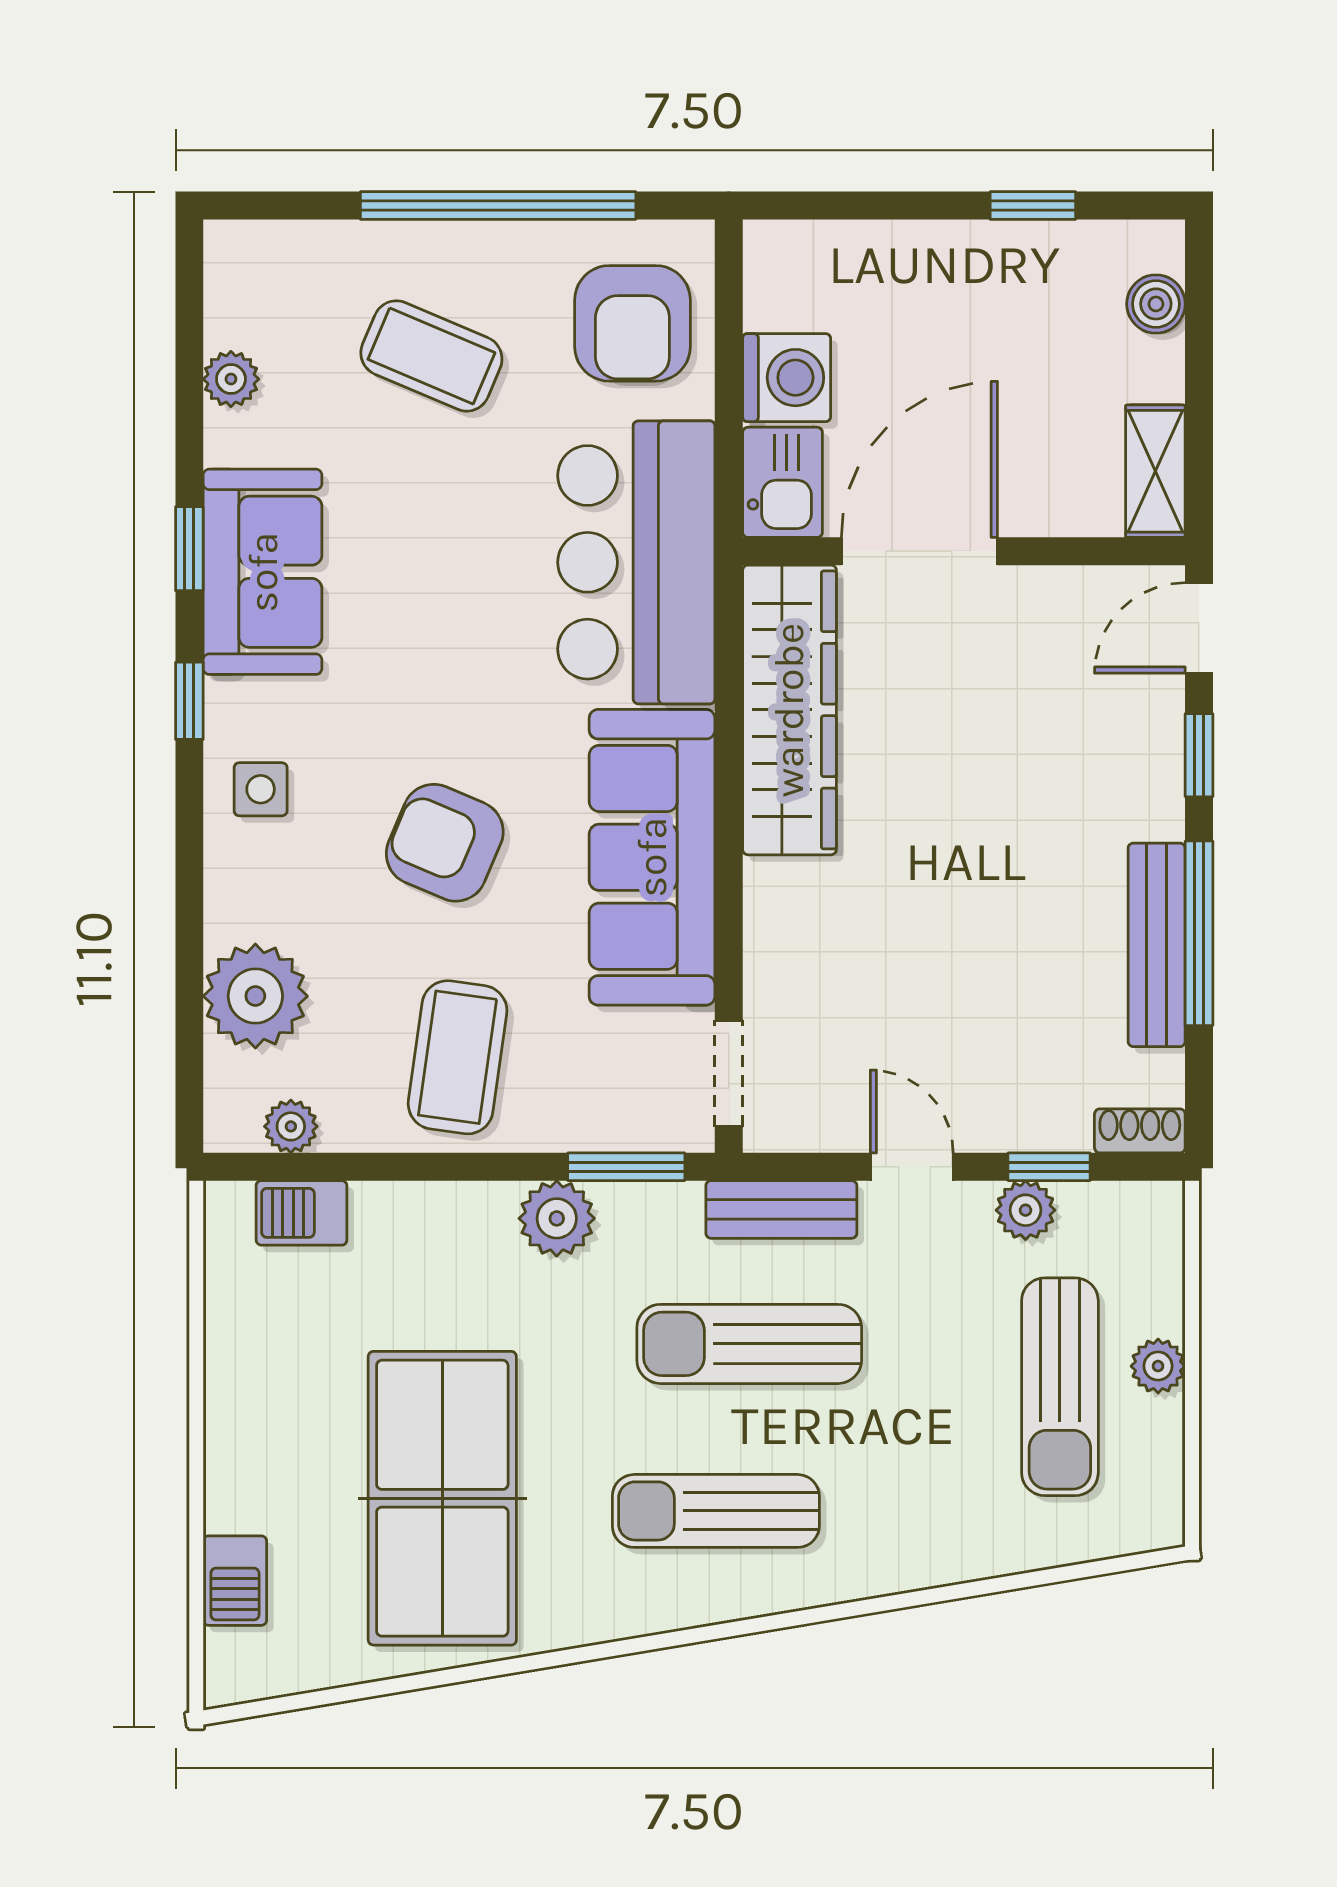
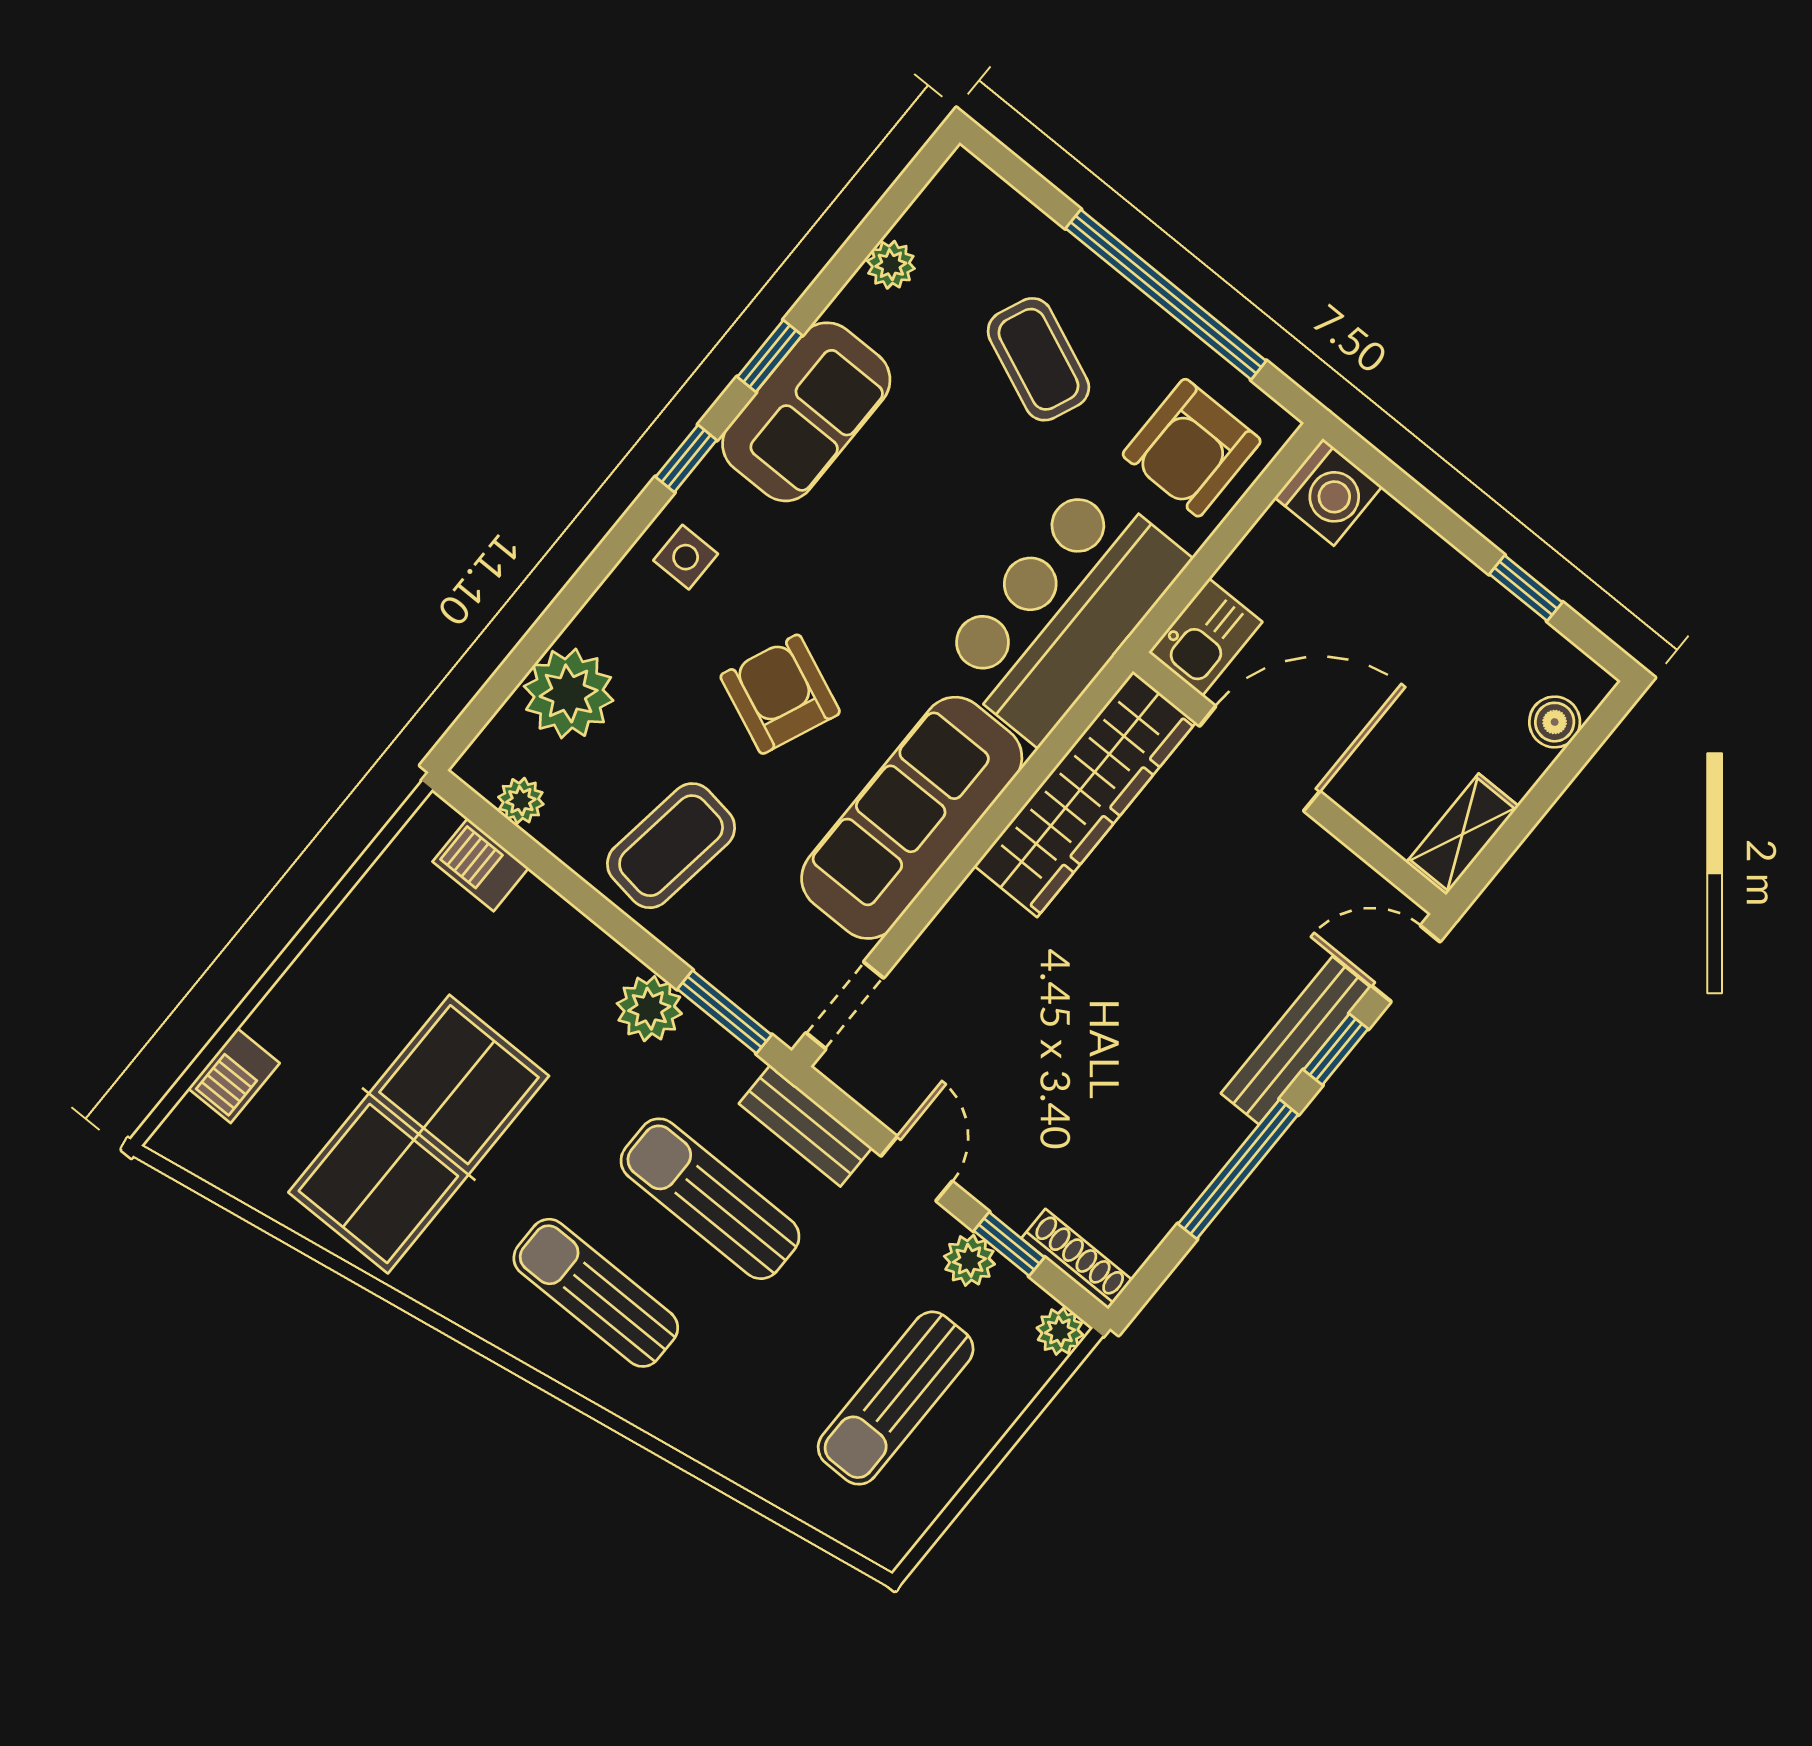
washing machine: (787, 378) -> (1328, 492), moved
bench: (1157, 945) -> (1296, 1040), moved
shoe rack: (1140, 1131) -> (1077, 1259), width x1.43
plant: (1158, 1366) -> (1060, 1331), moved

